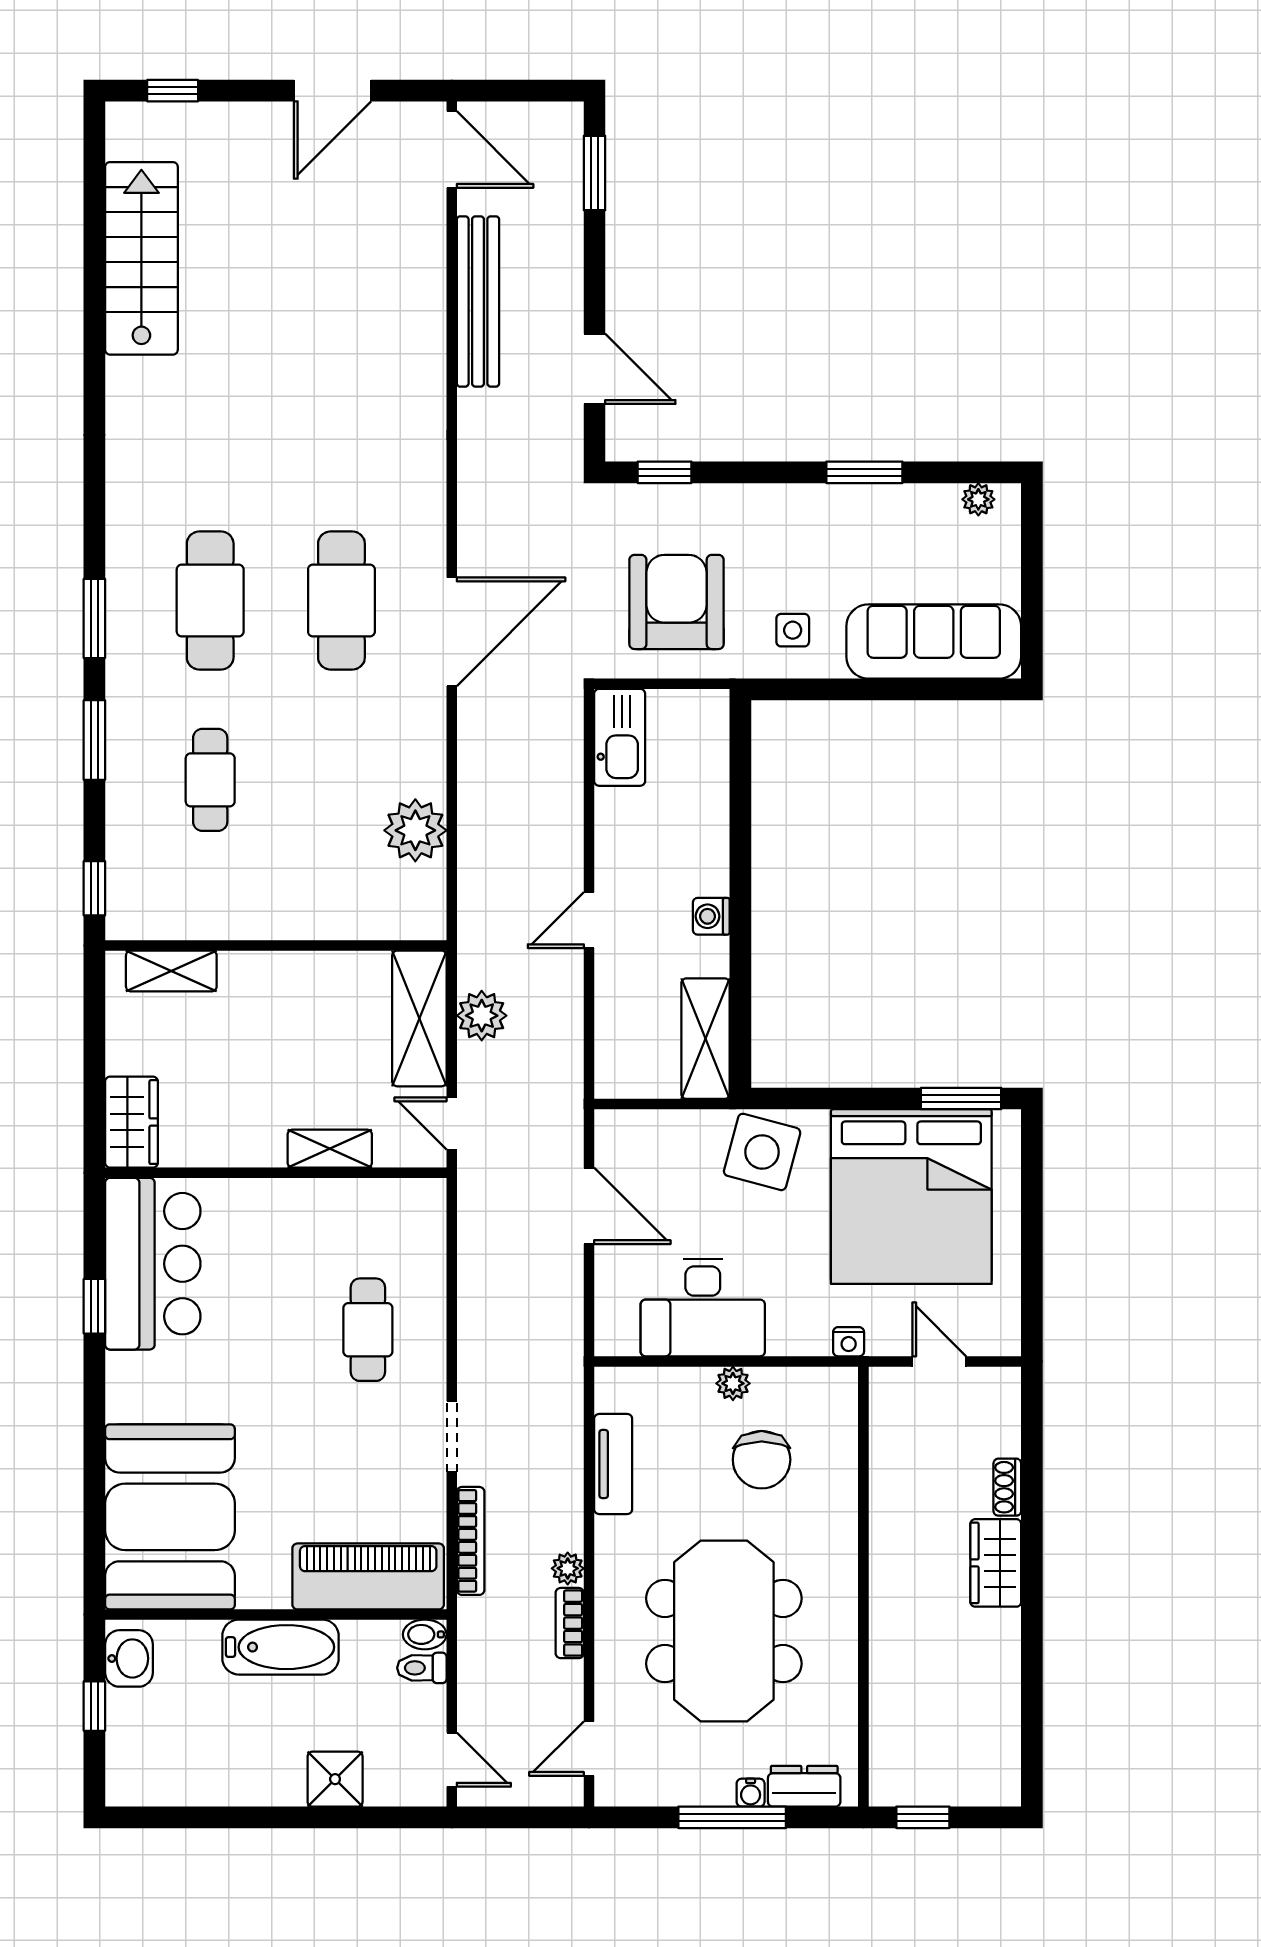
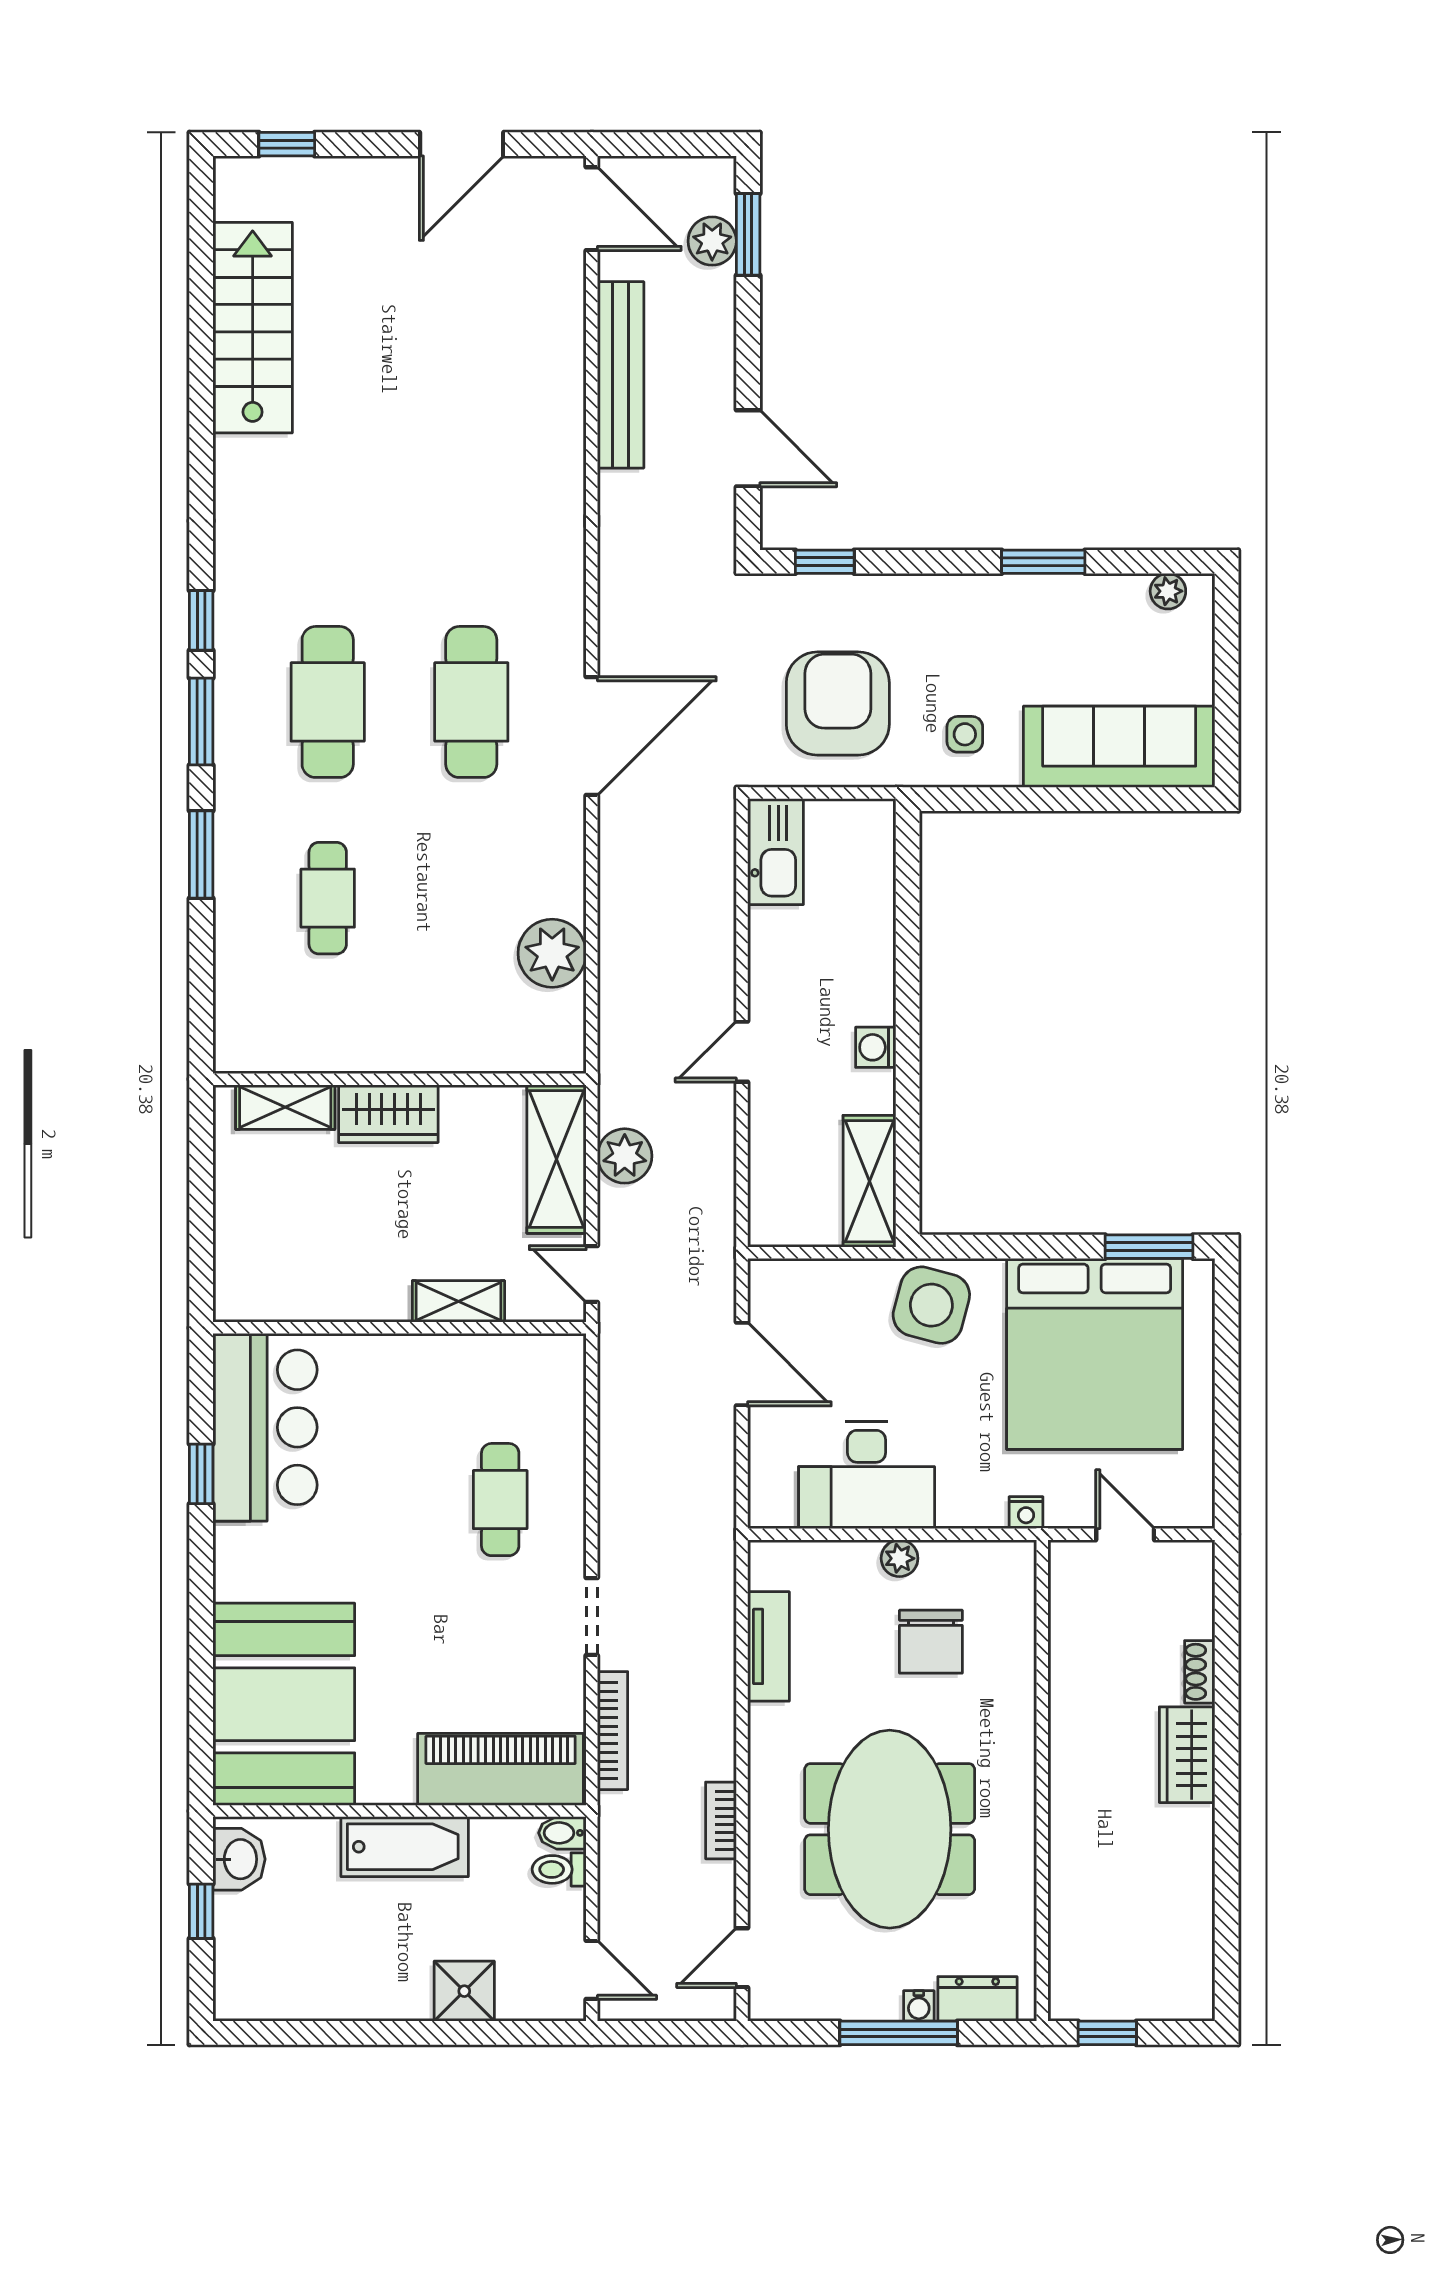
window: (94, 888) -> (201, 620), moved
wardrobe: (132, 1122) -> (388, 1114), moved, turned 90
plant: (568, 1568) -> (712, 241), moved, width x1.38, depth x1.38

